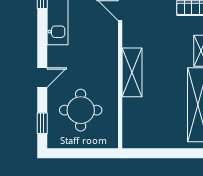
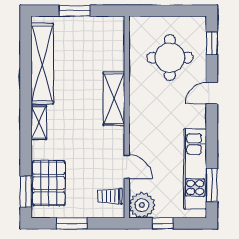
window: (168, 153) -> (75, 11), added

